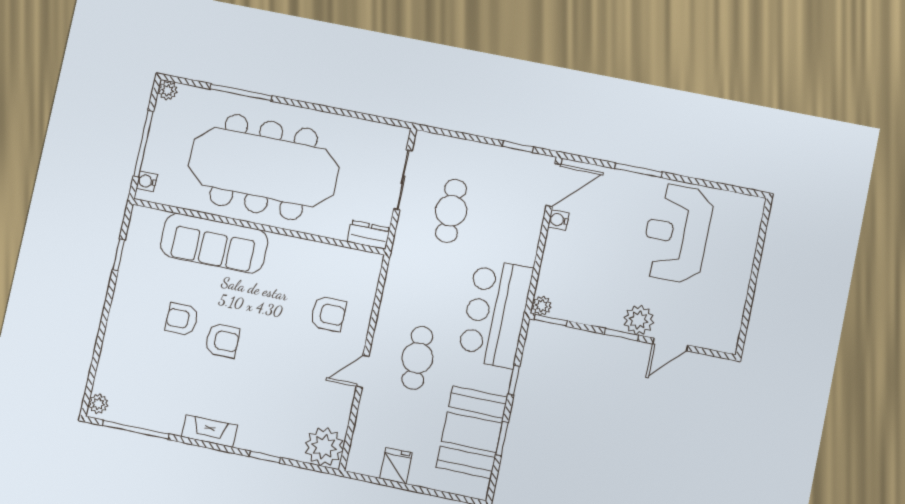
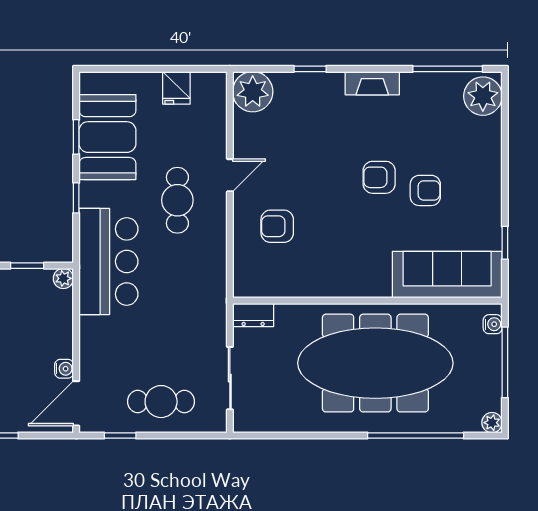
window: (241, 92) -> (416, 435), width x1.46
cafe table: (451, 211) -> (161, 402), moved, turned 90
sofa: (214, 243) -> (447, 275), moved
window: (551, 320) -> (27, 266), moved
plant: (98, 404) -> (483, 96), width x1.88, depth x1.88

